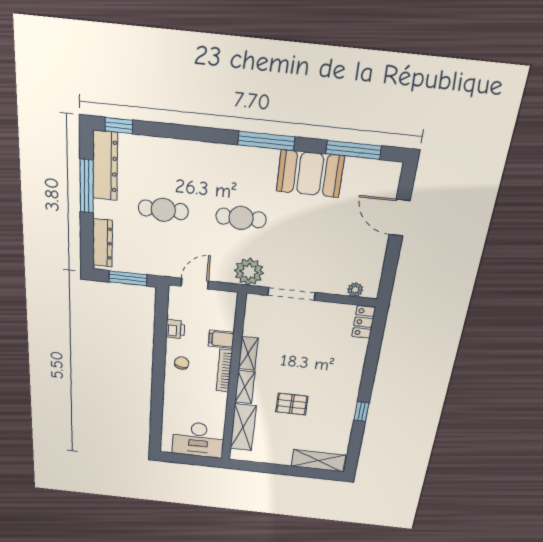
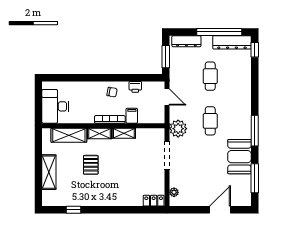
window: (87, 186) -> (219, 32), width x1.46
window: (361, 412) -> (73, 210), moved
shelving: (318, 461) -> (49, 172), moved

